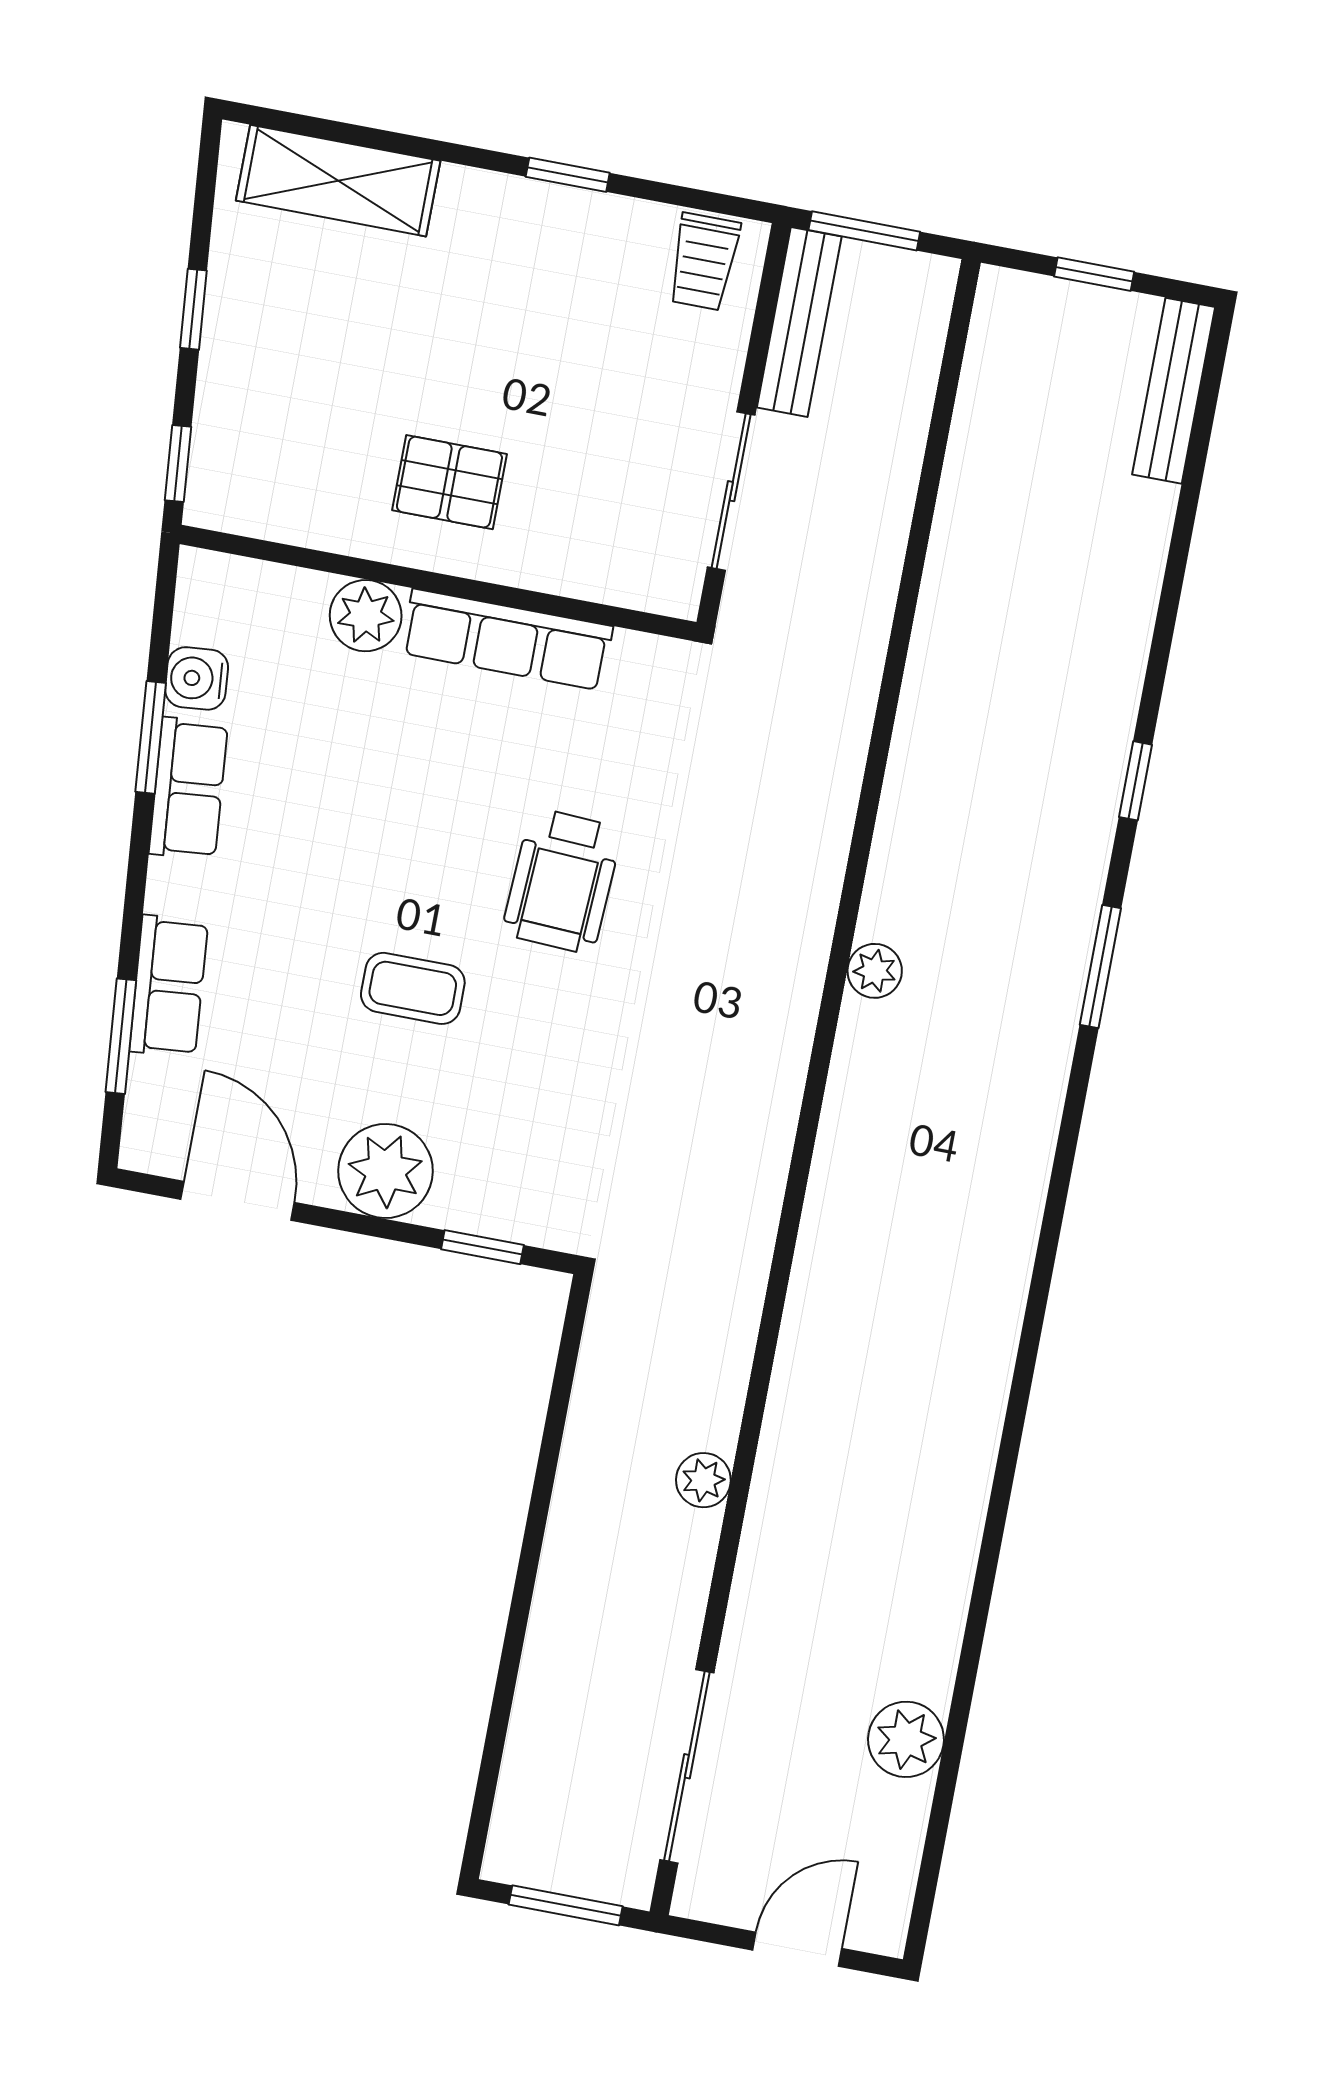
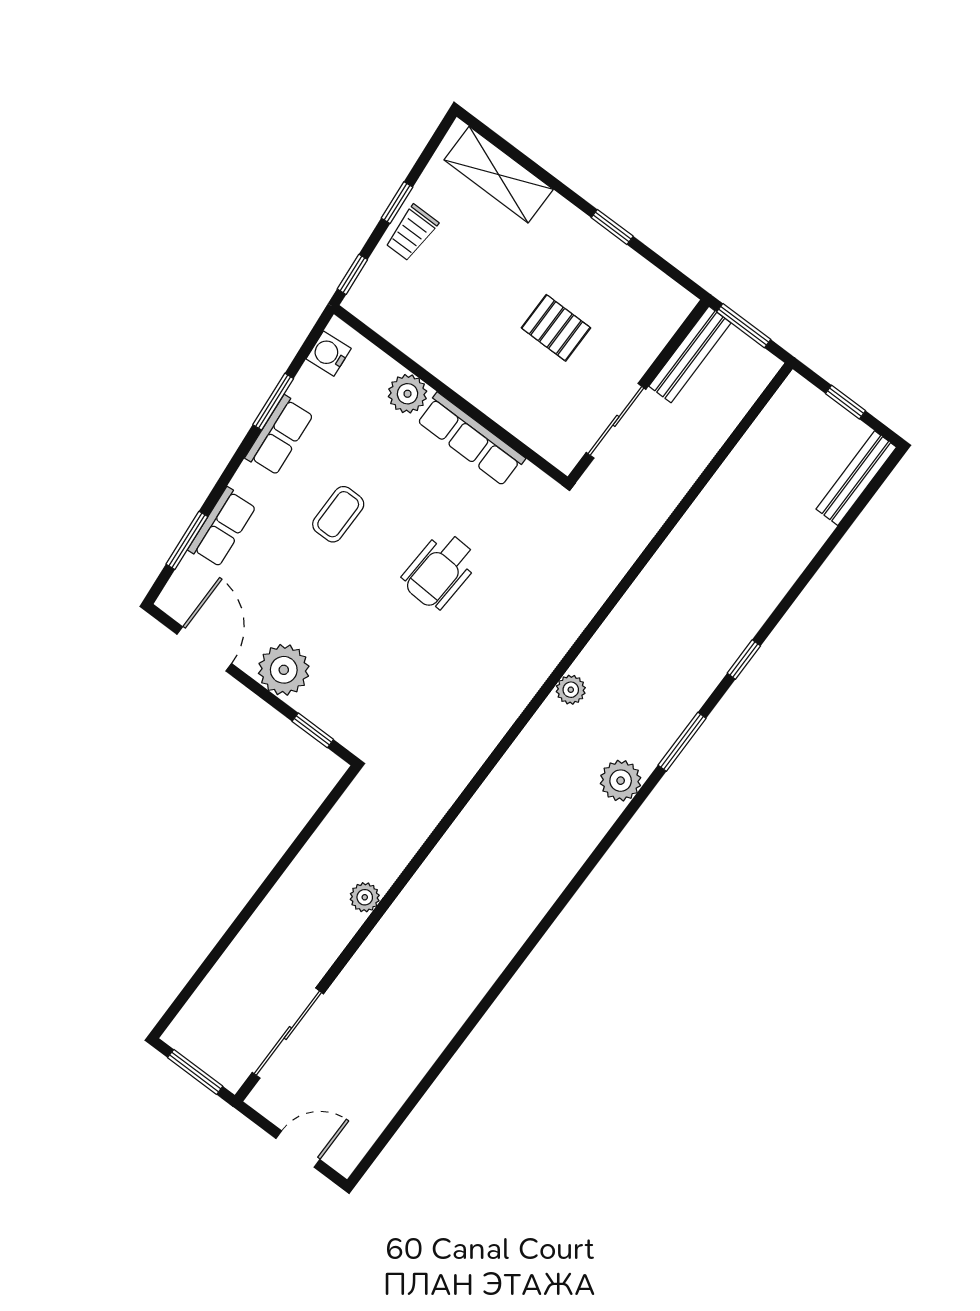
trolley: (704, 262) -> (412, 233), moved
pallet: (449, 482) -> (556, 328), moved
water cooler: (197, 678) -> (329, 354), moved
coffee table: (413, 988) -> (338, 514), moved, turned 90
plant: (906, 1739) -> (621, 781), moved

